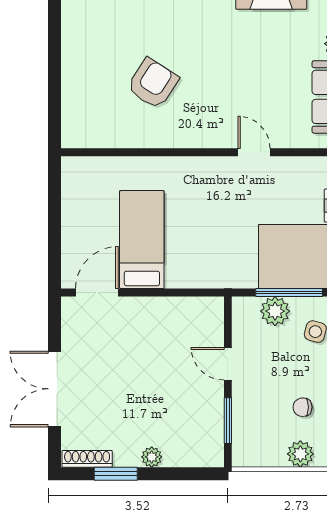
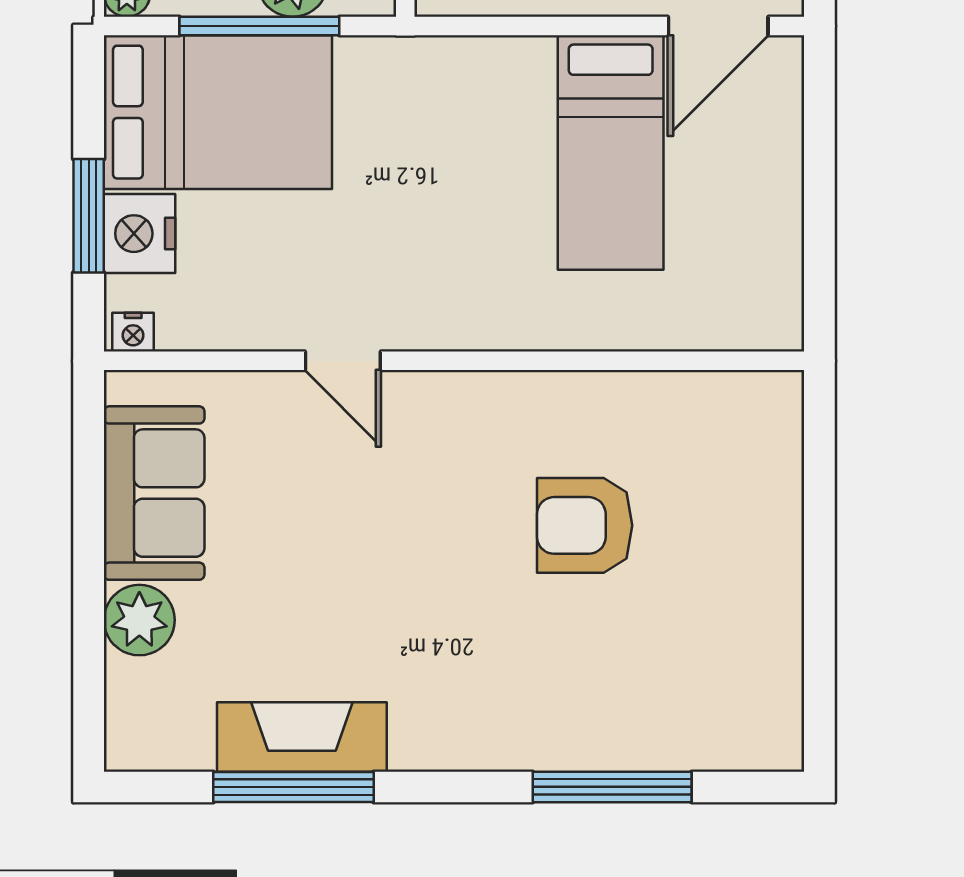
armchair: (153, 83) -> (585, 525), turned 57

